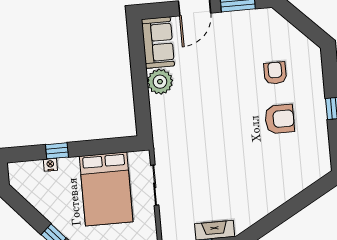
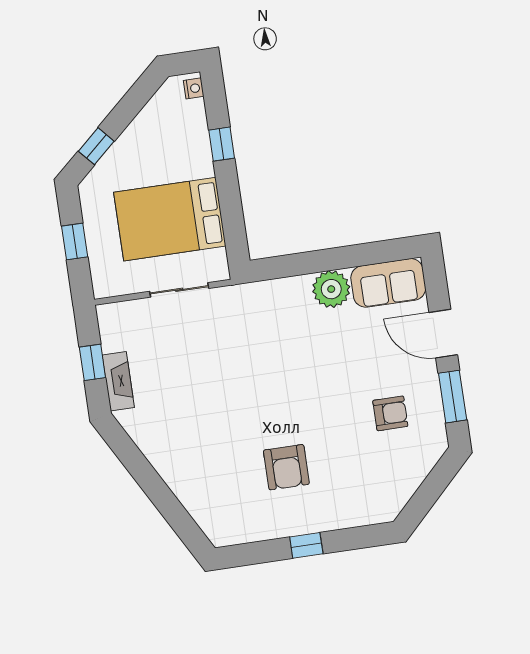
armchair: (275, 73) -> (390, 413), moved
nightstand: (50, 165) -> (194, 88), moved

